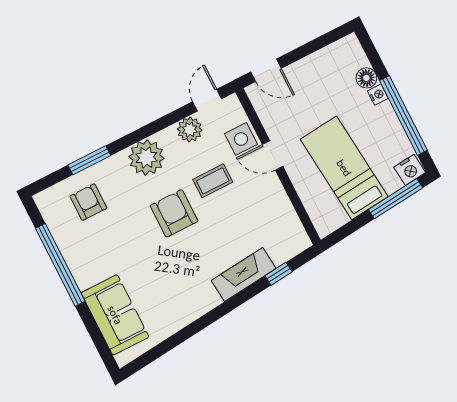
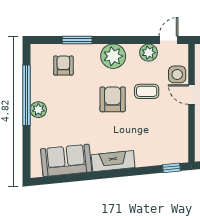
fireplace: (244, 274) -> (113, 161), moved
window: (279, 274) -> (171, 168), moved
plant: (85, 276) -> (38, 110), added
sofa: (115, 315) -> (66, 160), moved, turned -96

